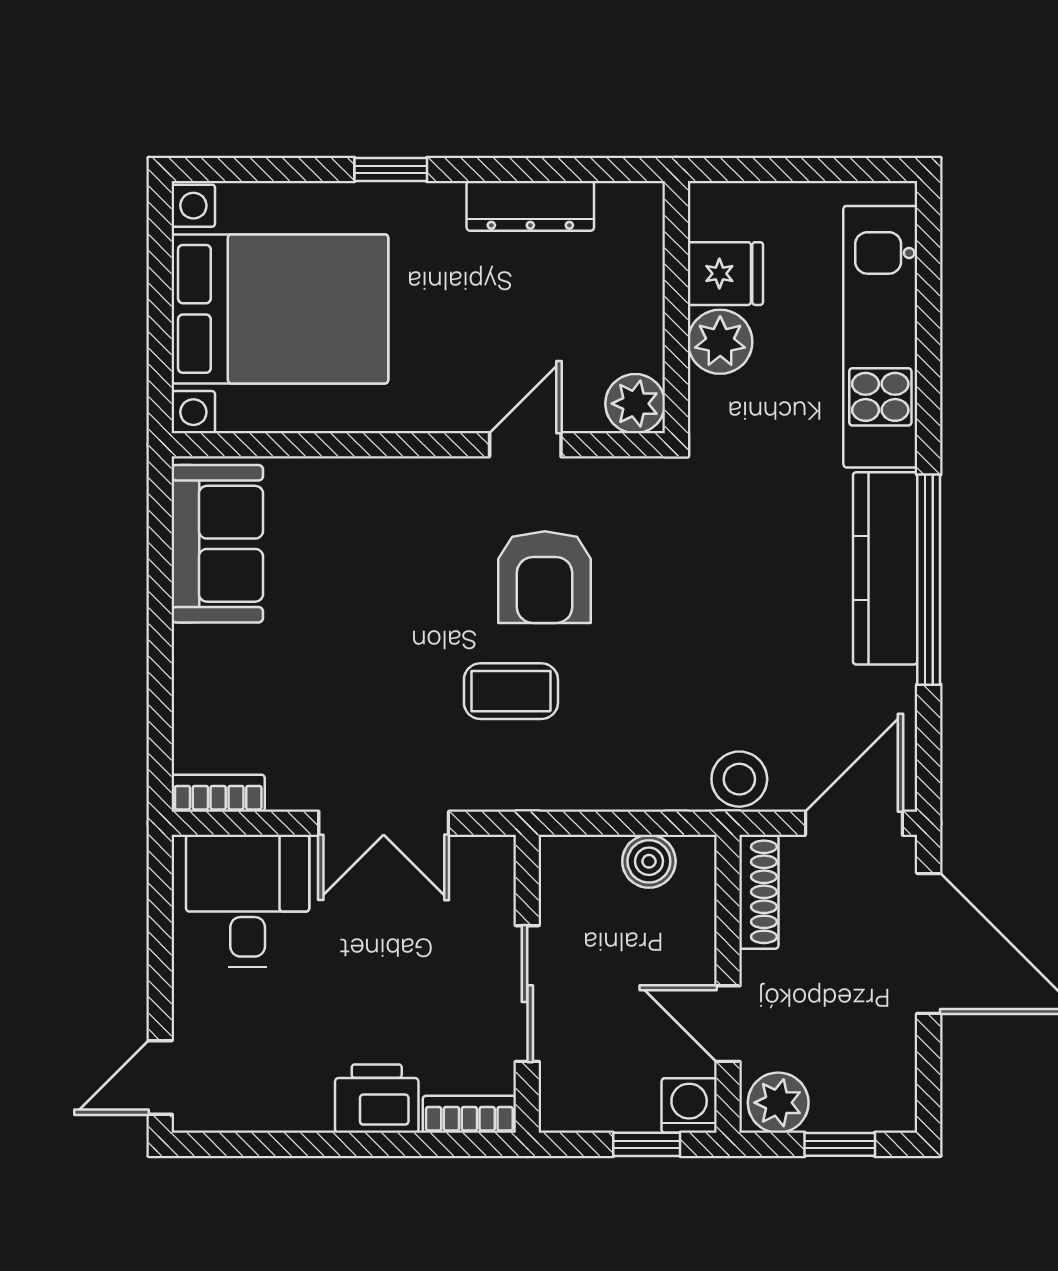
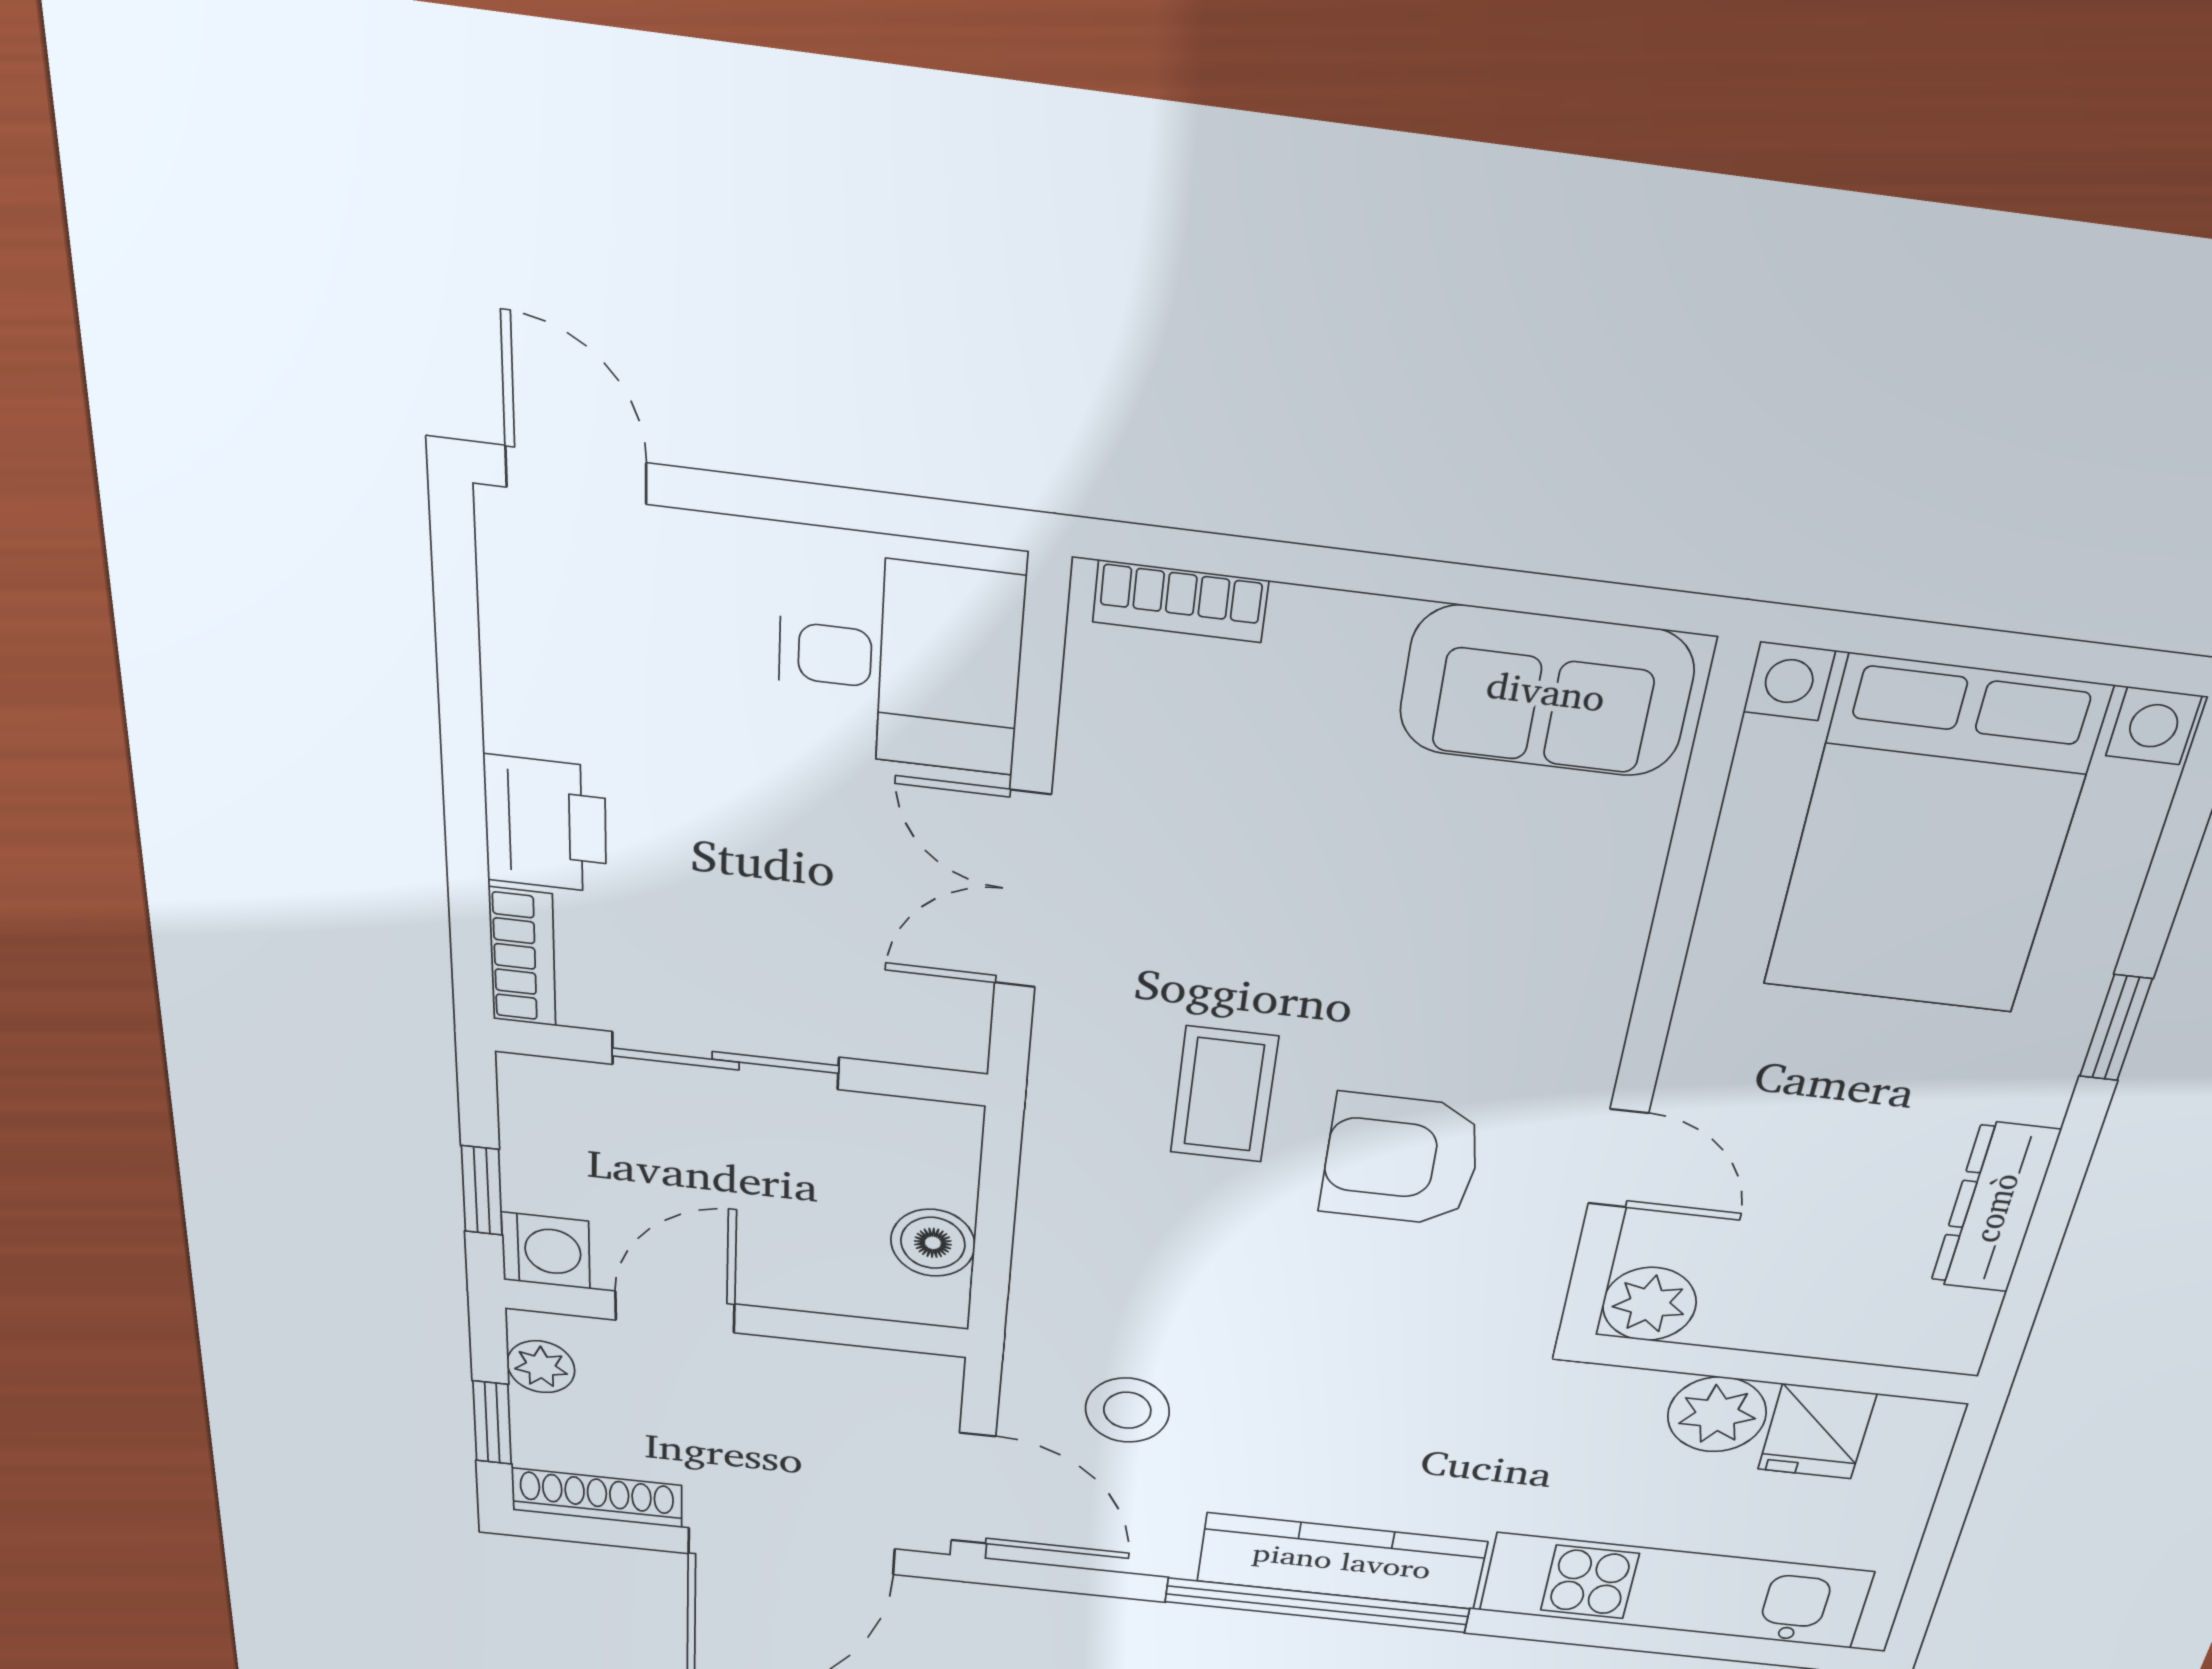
stool: (739, 779) -> (1127, 1410), moved
bookcase: (218, 793) -> (1180, 601), moved, turned 90
shoe rack: (759, 892) -> (597, 1498), moved, turned 180
plant: (778, 1103) -> (541, 1367), width x0.73, depth x0.73

